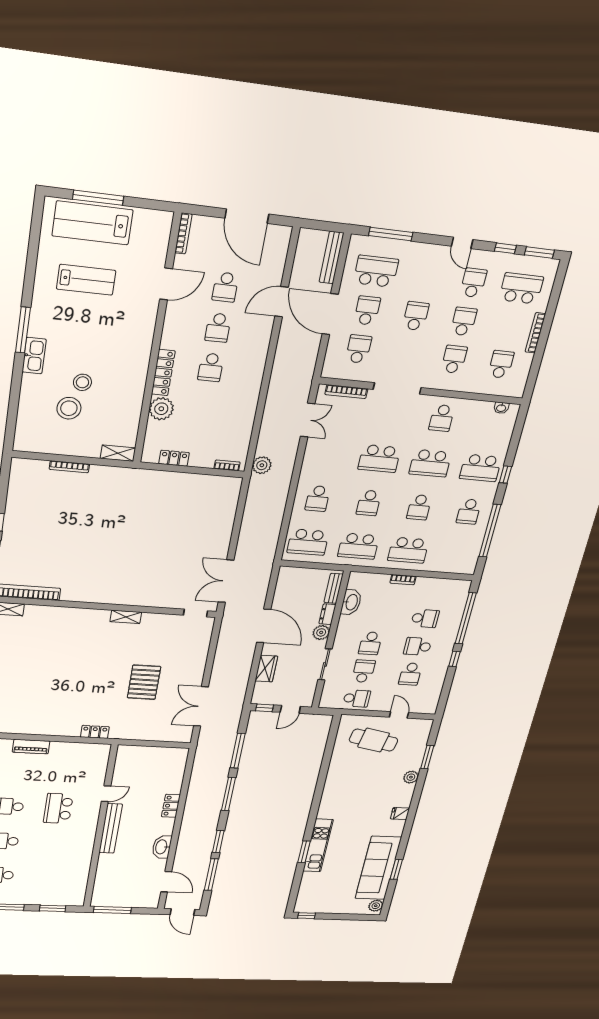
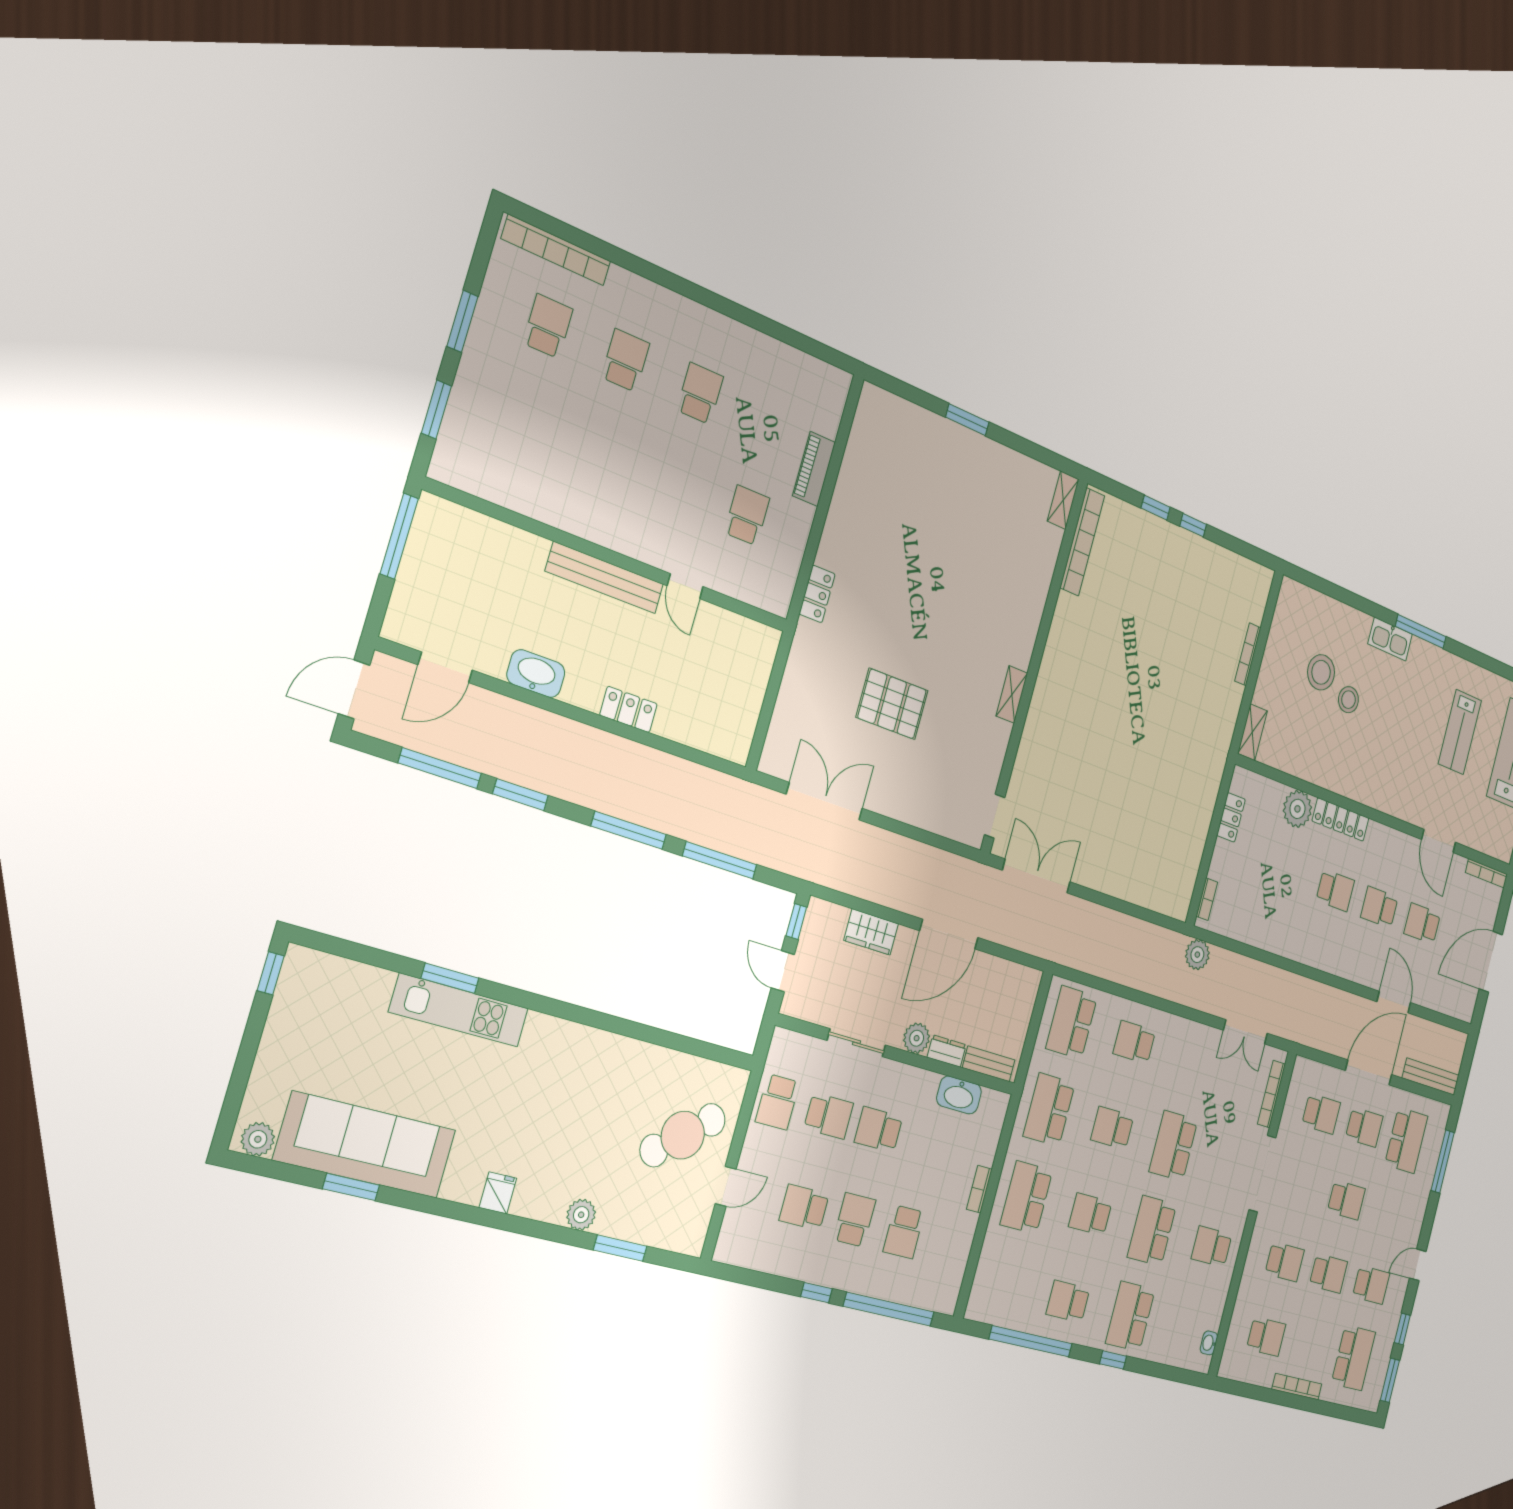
school desk: (211, 367) -> (1335, 890), turned 180
cafe table: (374, 740) -> (683, 1135), turned 40
school desk: (58, 808) -> (747, 515), moved, width x0.54

